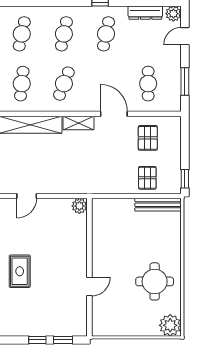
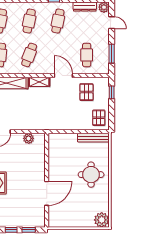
door: (185, 36) -> (112, 23), swing flipped
pallet: (147, 178) -> (99, 118), moved
window: (185, 179) -> (112, 92), moved
plant: (79, 206) -> (29, 138), moved
round table: (155, 281) -> (91, 175), moved
door: (89, 287) -> (47, 193), width x1.88

